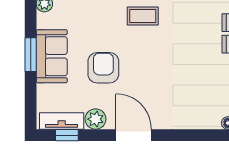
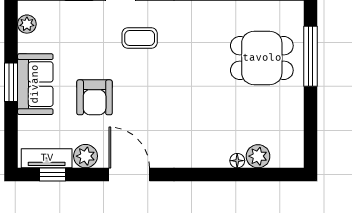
armchair: (103, 68) -> (95, 97), turned 180

